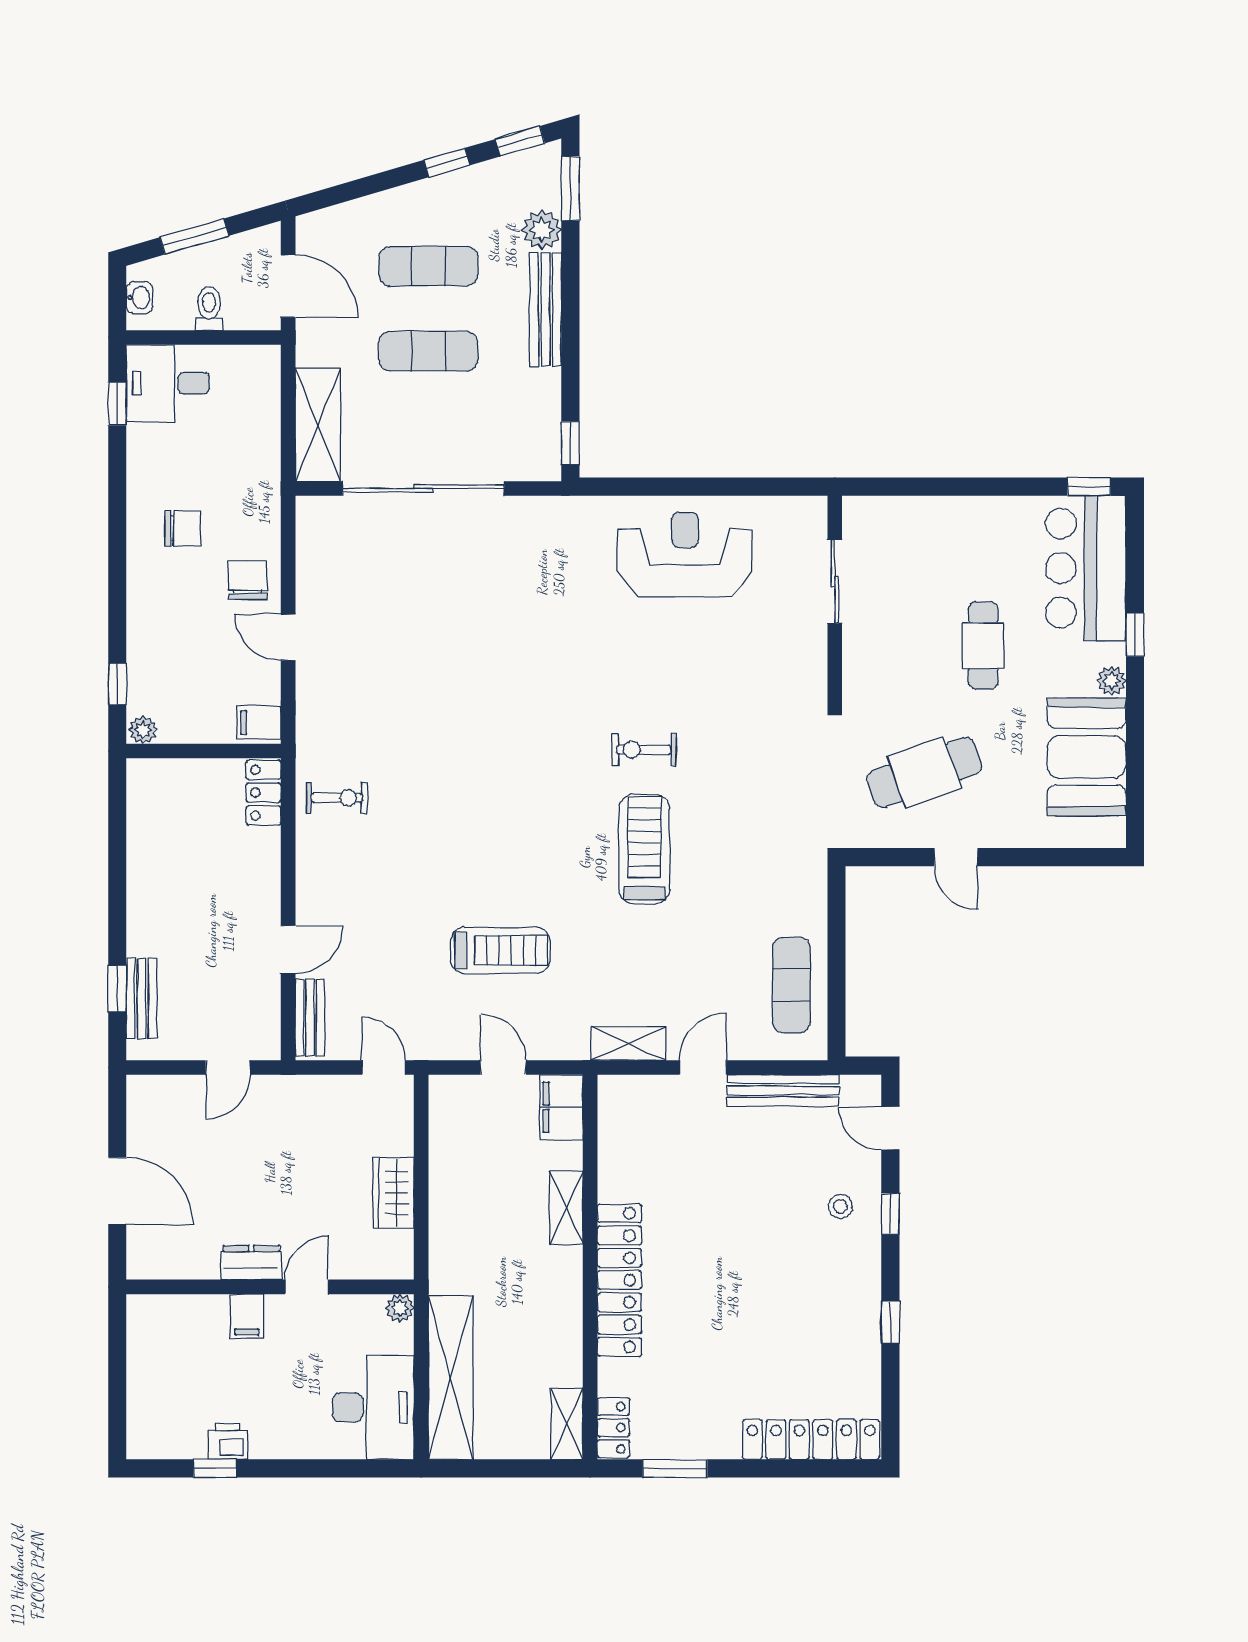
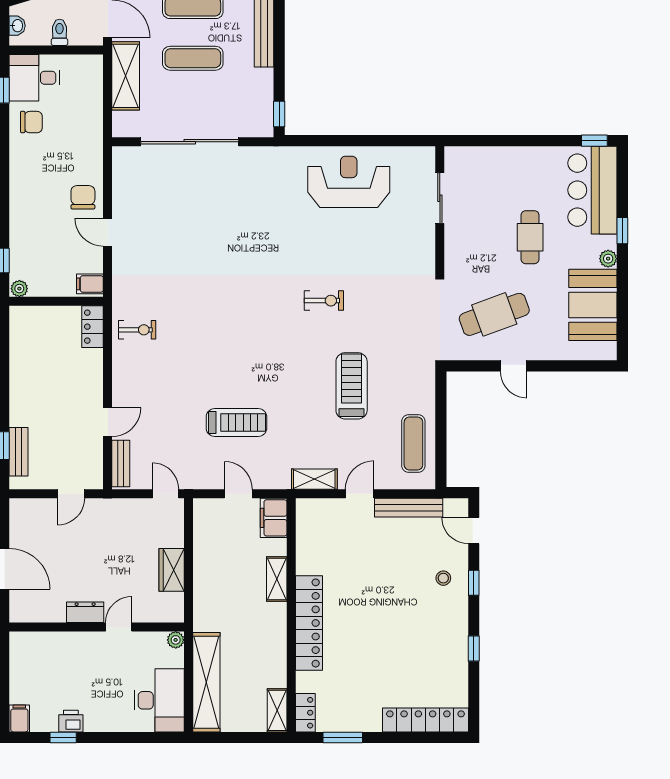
shelving: (318, 425) -> (126, 76), moved
chair: (183, 528) -> (31, 122), moved
exercise bike: (644, 750) -> (324, 301), turned 180
treadmill: (644, 849) -> (352, 386), moved
filing cabinet: (247, 1316) -> (19, 718), moved, turned 180

